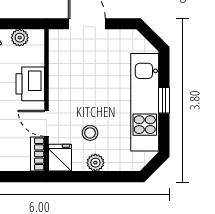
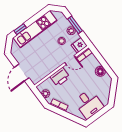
window: (164, 100) -> (20, 29), moved
door: (46, 123) -> (70, 60), hinge flipped
window: (101, 177) -> (75, 25), added

